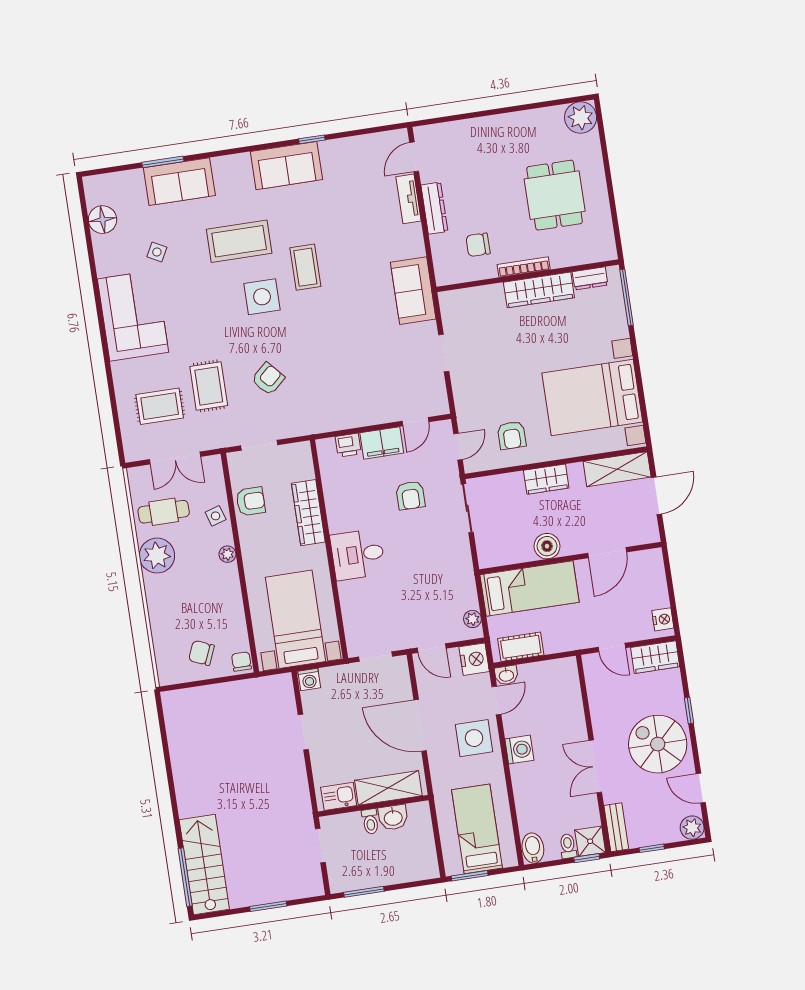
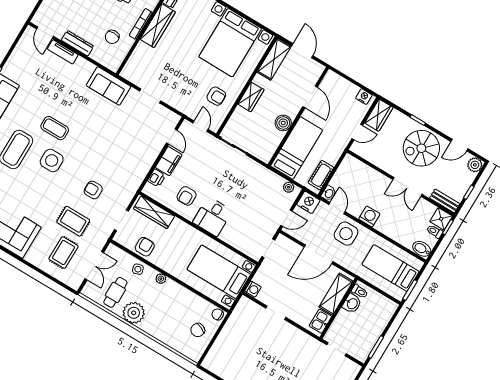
armchair: (268, 379) -> (93, 190), turned -48
armchair: (410, 495) -> (187, 196), moved, turned 90
wardrobe: (308, 513) -> (154, 212), moved
toilet: (370, 821) -> (360, 291), moved

